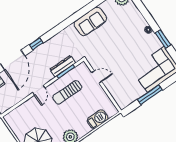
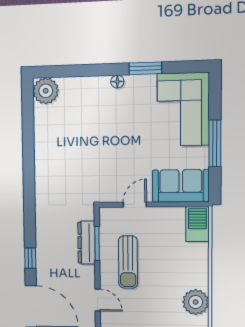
sofa: (90, 21) -> (181, 186), moved, turned -90
barbecue: (98, 119) -> (197, 224), moved

